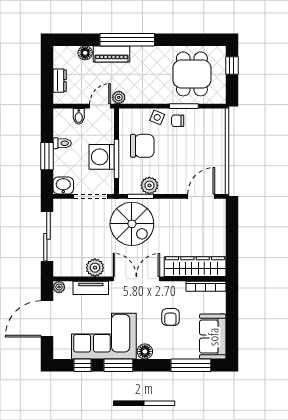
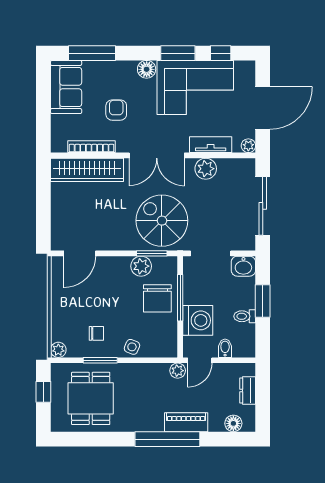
floor lamp: (85, 53) -> (233, 423), moved
window: (232, 65) -> (43, 392), moved
plant: (219, 115) -> (58, 350), added
chair: (178, 121) -> (96, 333), moved
chair: (142, 146) -> (157, 298), moved, turned -90
washing machine: (102, 157) -> (198, 320), moved
bookcase: (206, 286) -> (92, 147), moved

